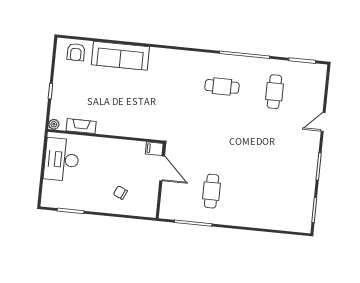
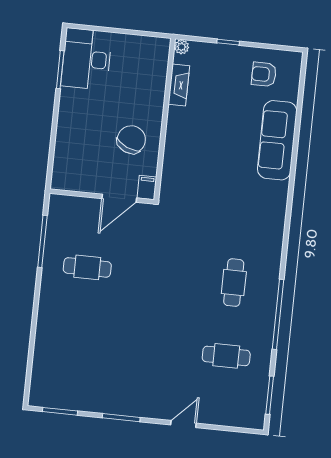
armchair: (76, 52) -> (264, 74), moved
door: (323, 122) -> (183, 424), hinge flipped
desk: (62, 160) -> (86, 59), moved, turned -90
chair: (120, 193) -> (131, 140), moved, width x1.87, depth x1.87

